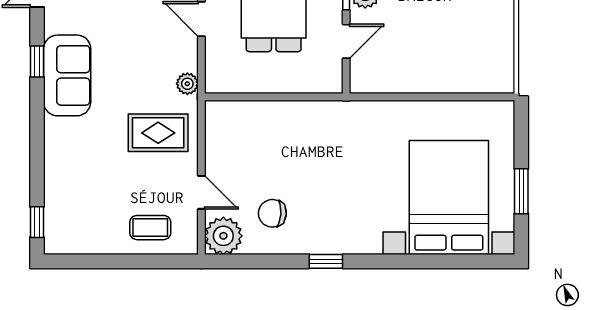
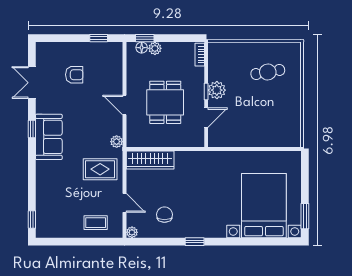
wardrobe: (247, 116) -> (150, 160), added
window: (521, 191) -> (305, 216), moved
chair: (272, 213) -> (164, 215), turned 86
plant: (223, 236) -> (132, 232), width x0.53, depth x0.53

